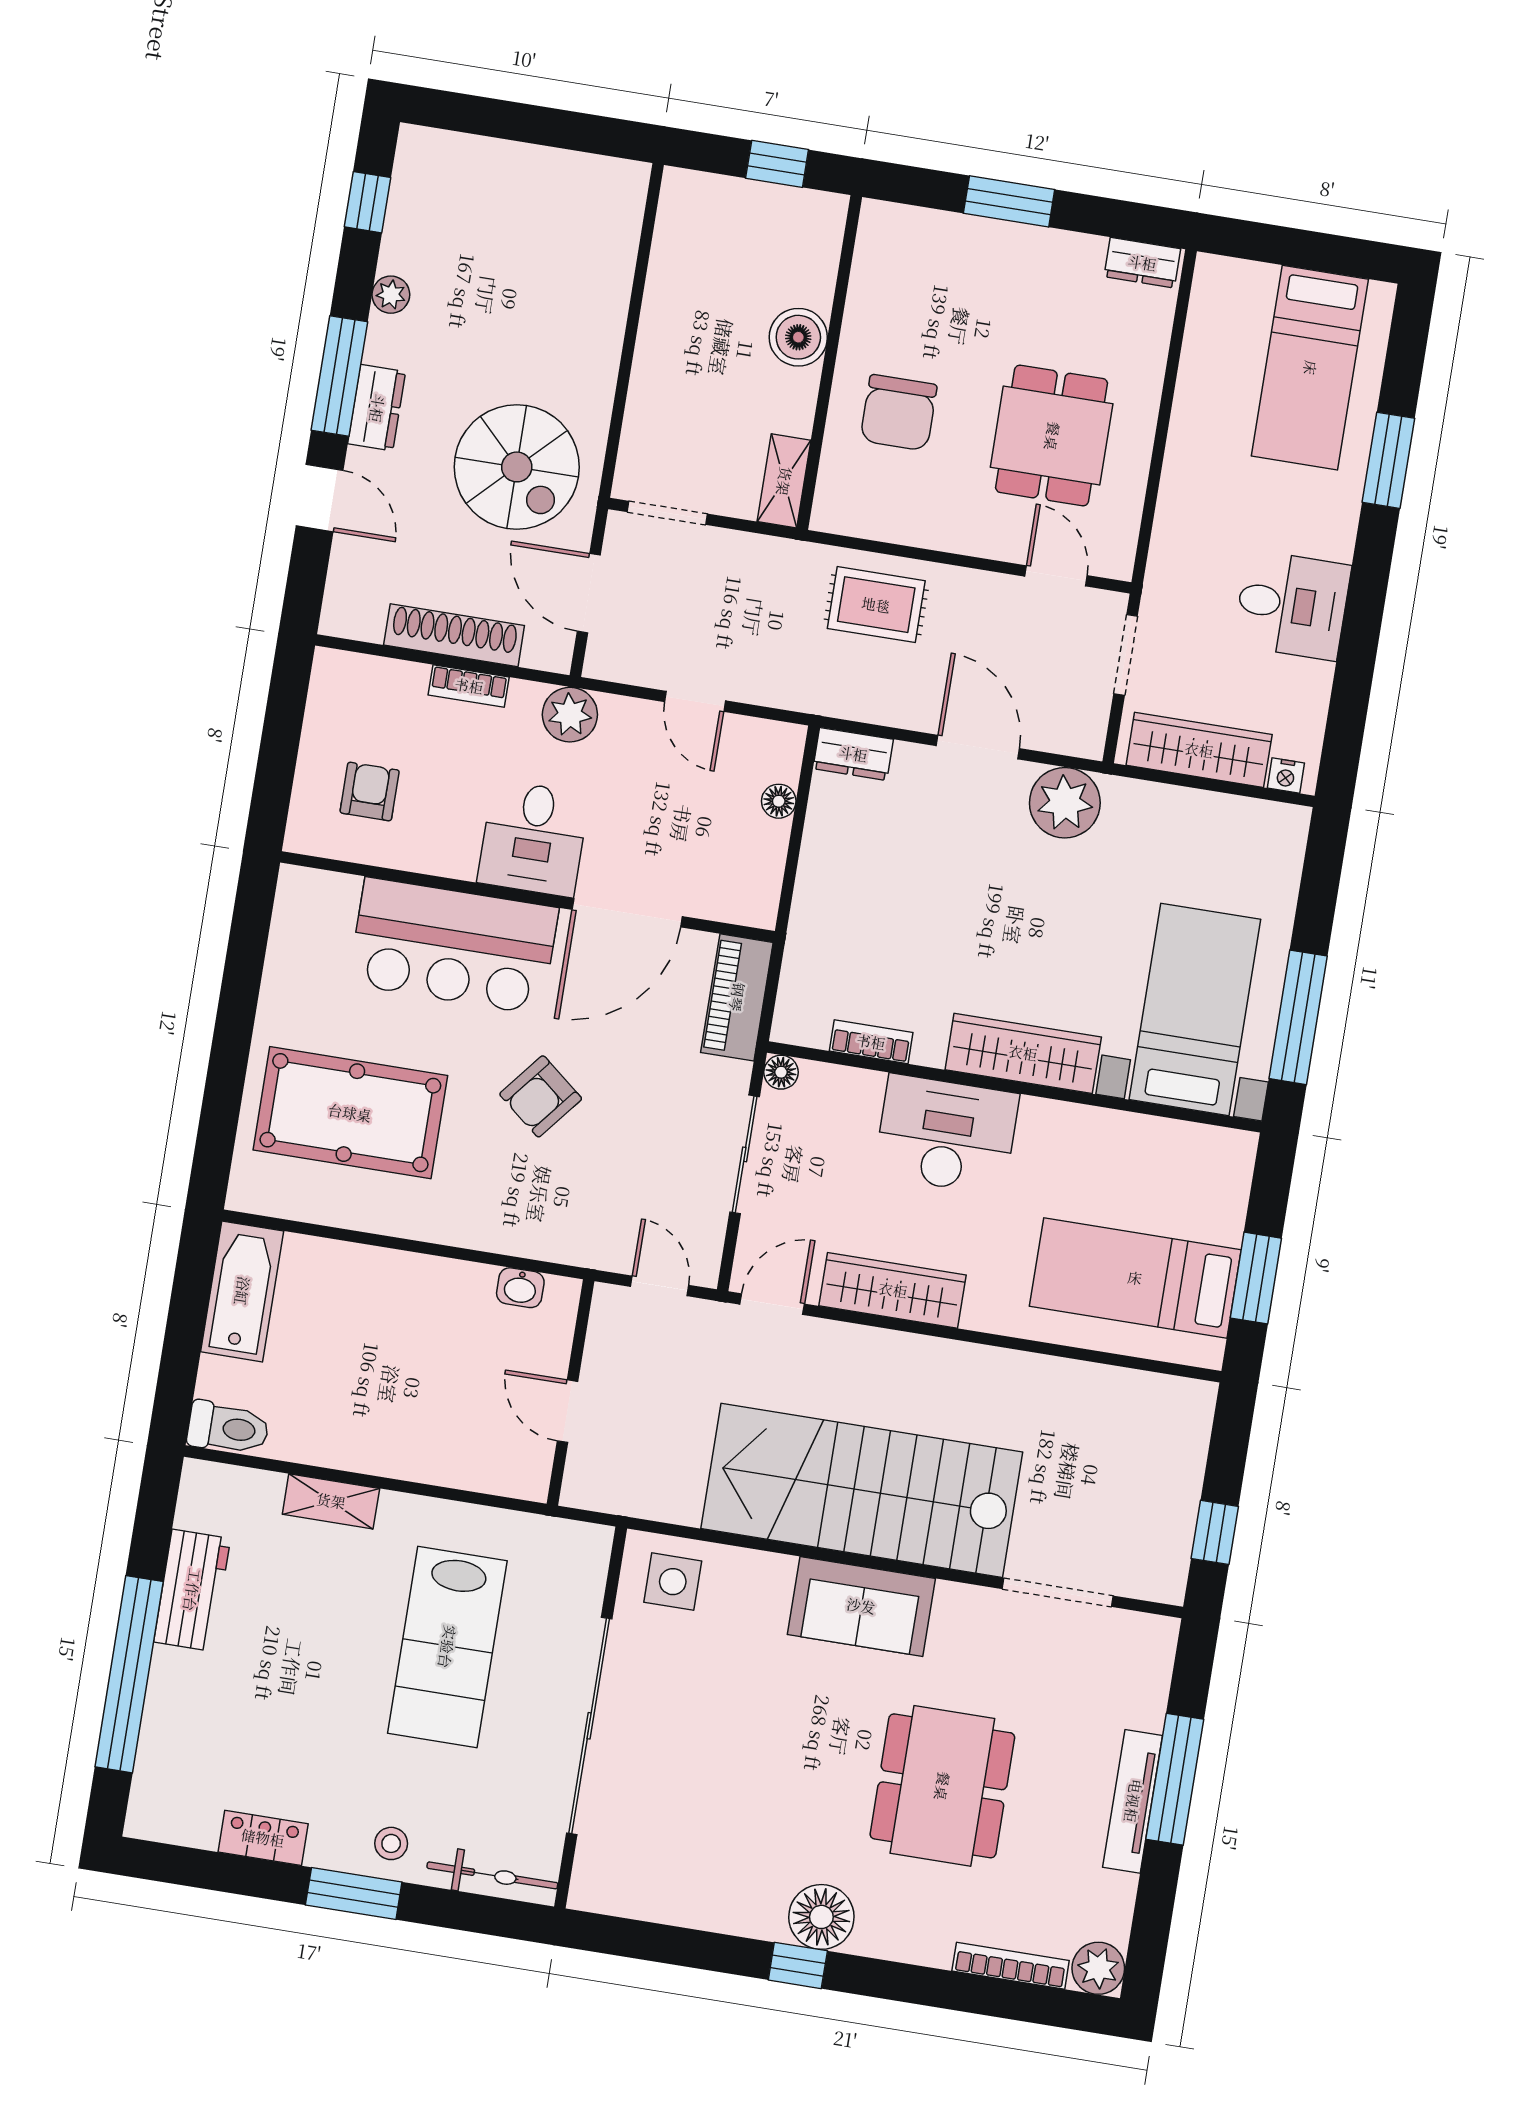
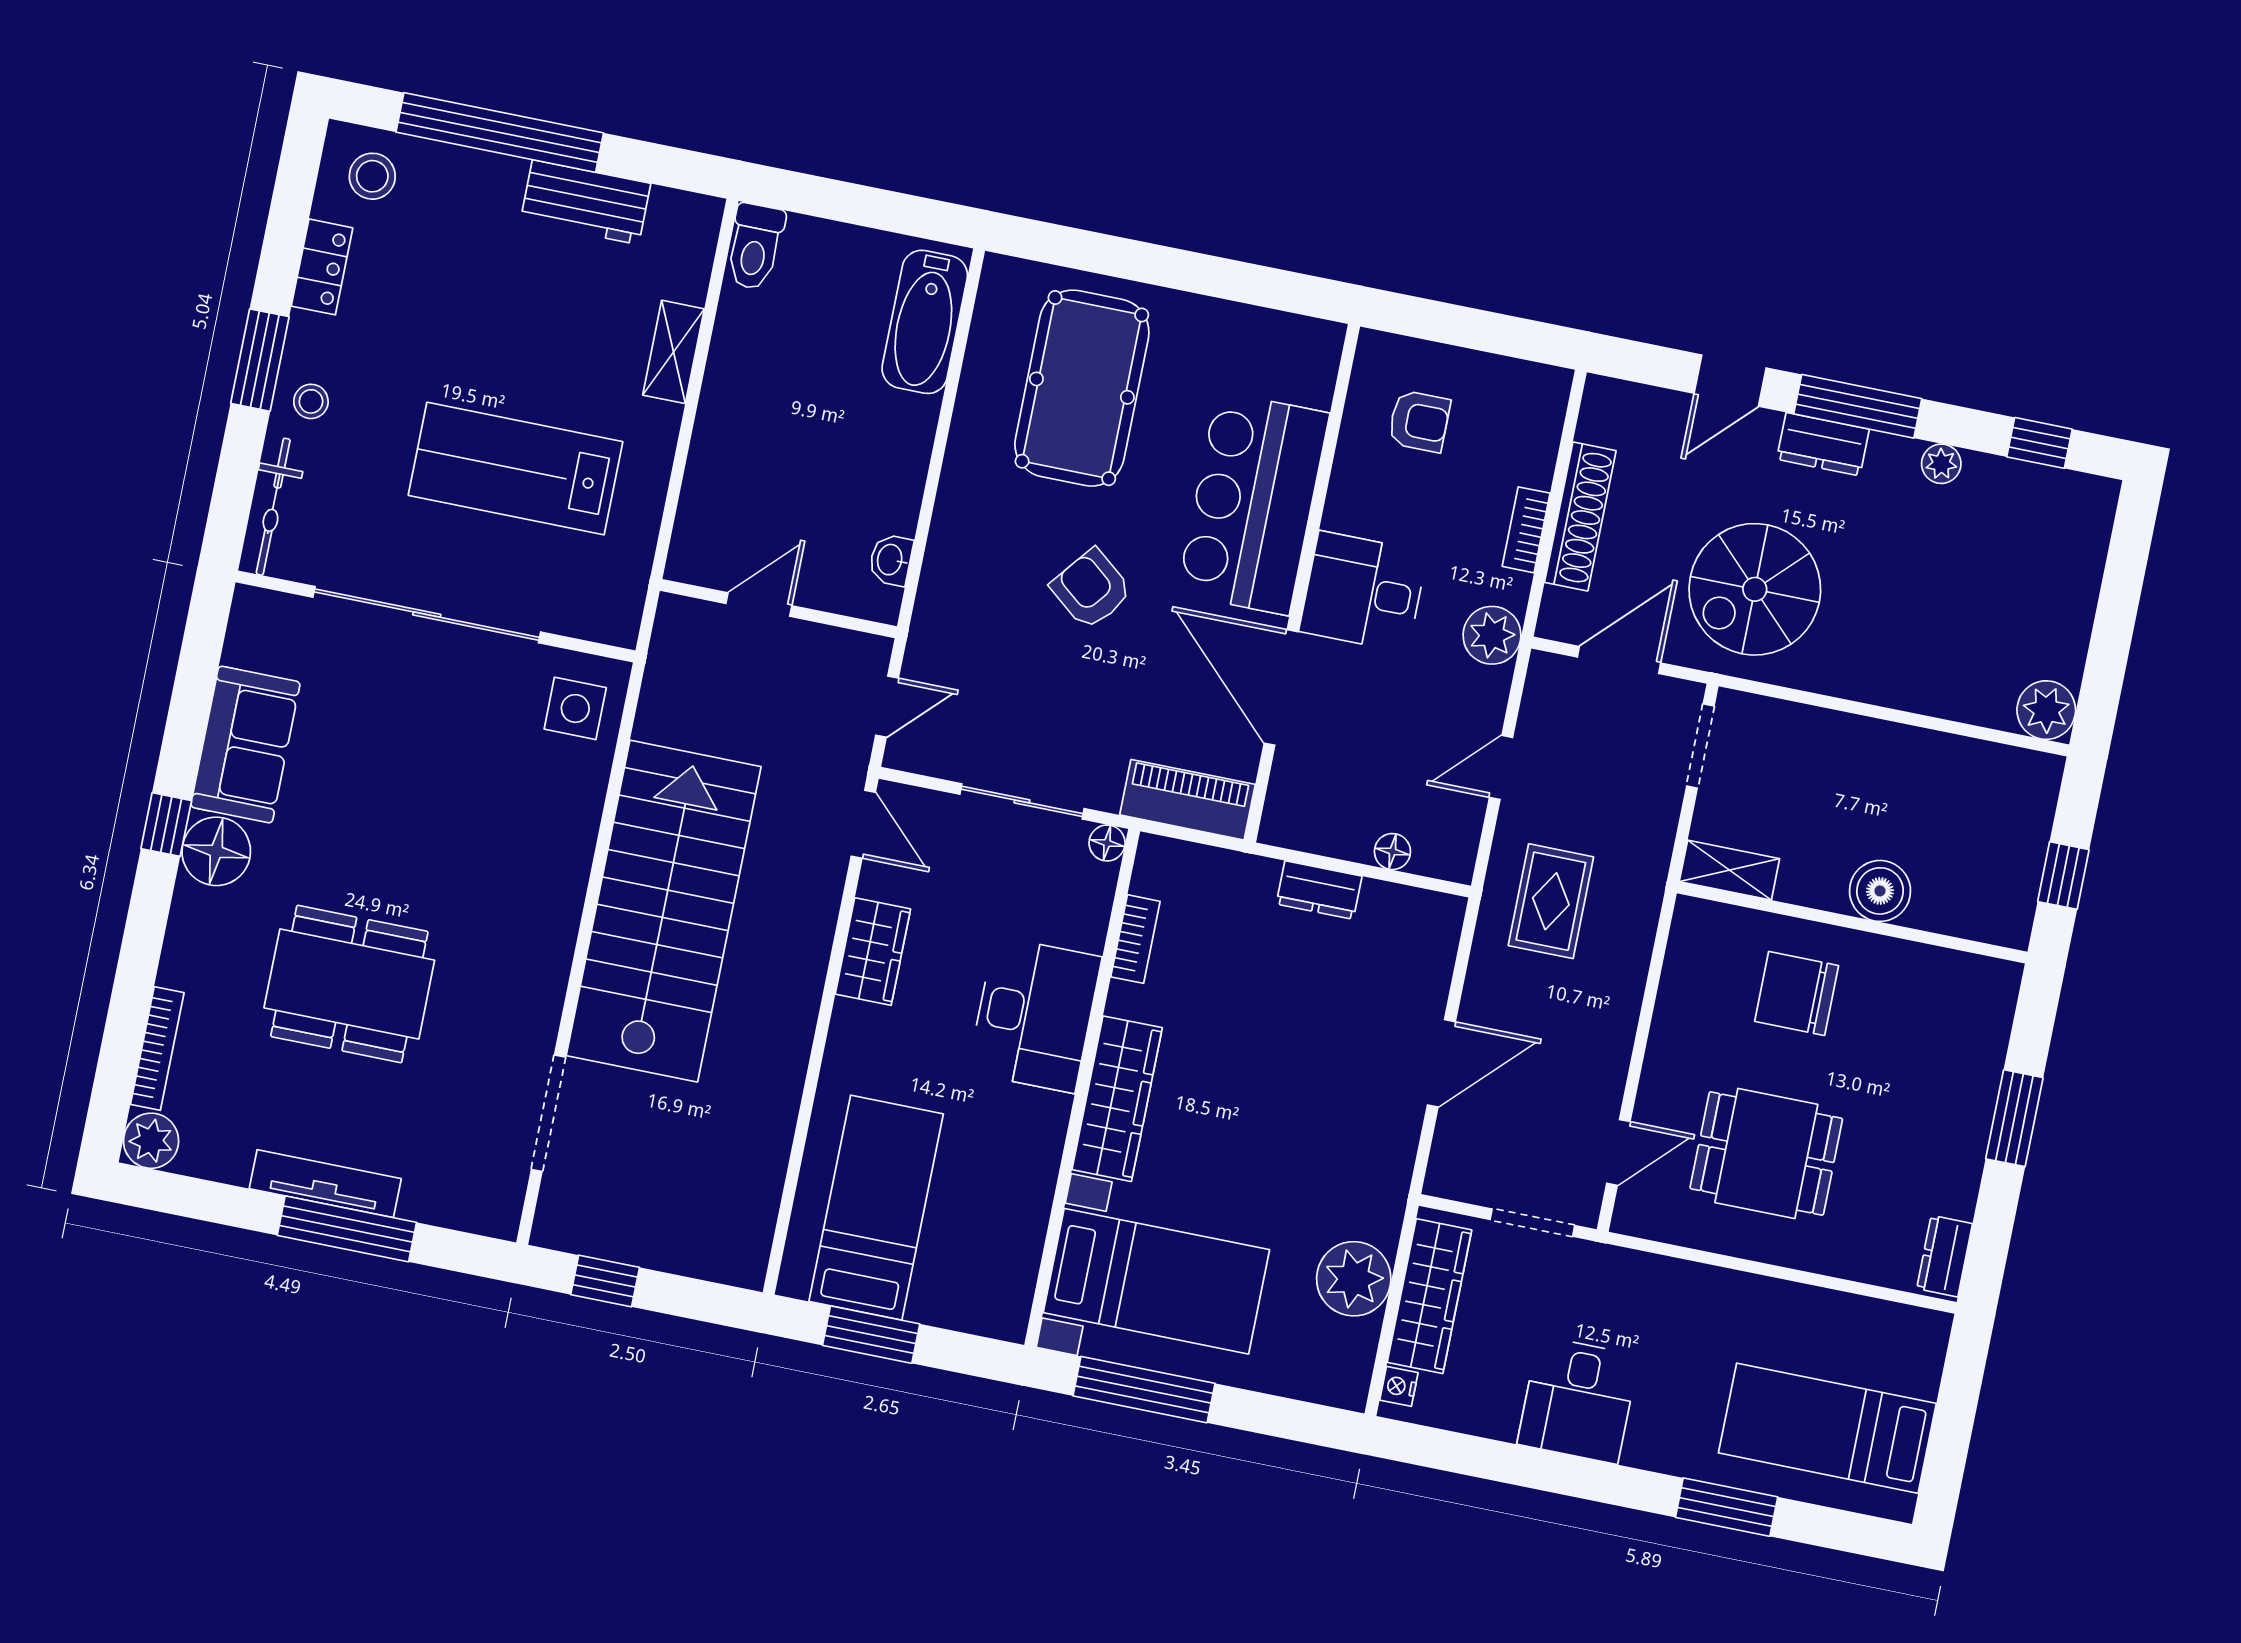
plant: (621, 186) -> (2046, 710), added
rug: (876, 605) -> (1551, 901), moved
dresser: (853, 754) -> (1319, 890), moved, turned -90
plant: (1065, 803) -> (1354, 1279), moved
wardrobe: (893, 1290) -> (873, 952), width x0.67
bathtub: (242, 1291) -> (925, 322), moved, turned 90
sofa: (861, 1606) -> (245, 745), moved, turned 180
stool: (175, 1794) -> (372, 176), added

